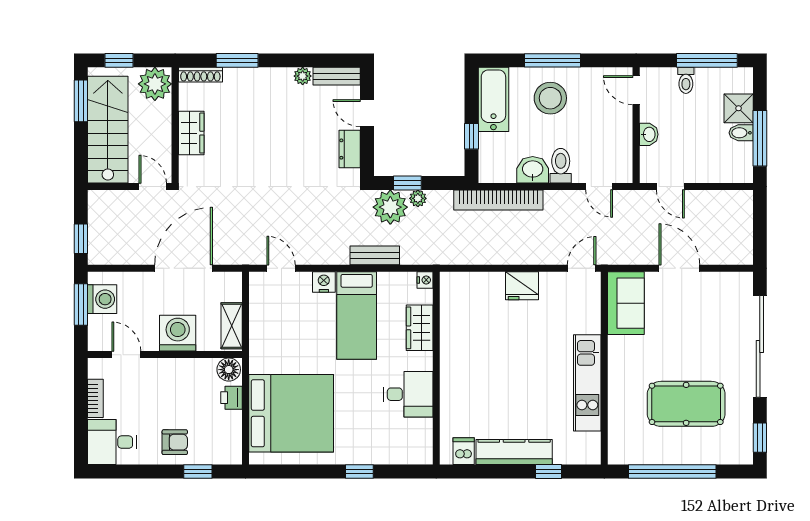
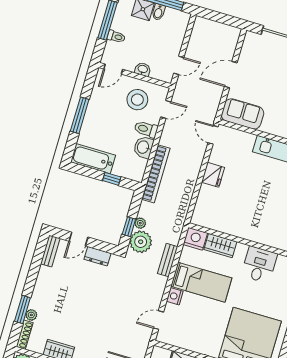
plant: (303, 76) -> (31, 315), moved
stool: (550, 98) -> (137, 100), moved
nightstand: (425, 280) -> (195, 239), width x1.89, depth x1.79

